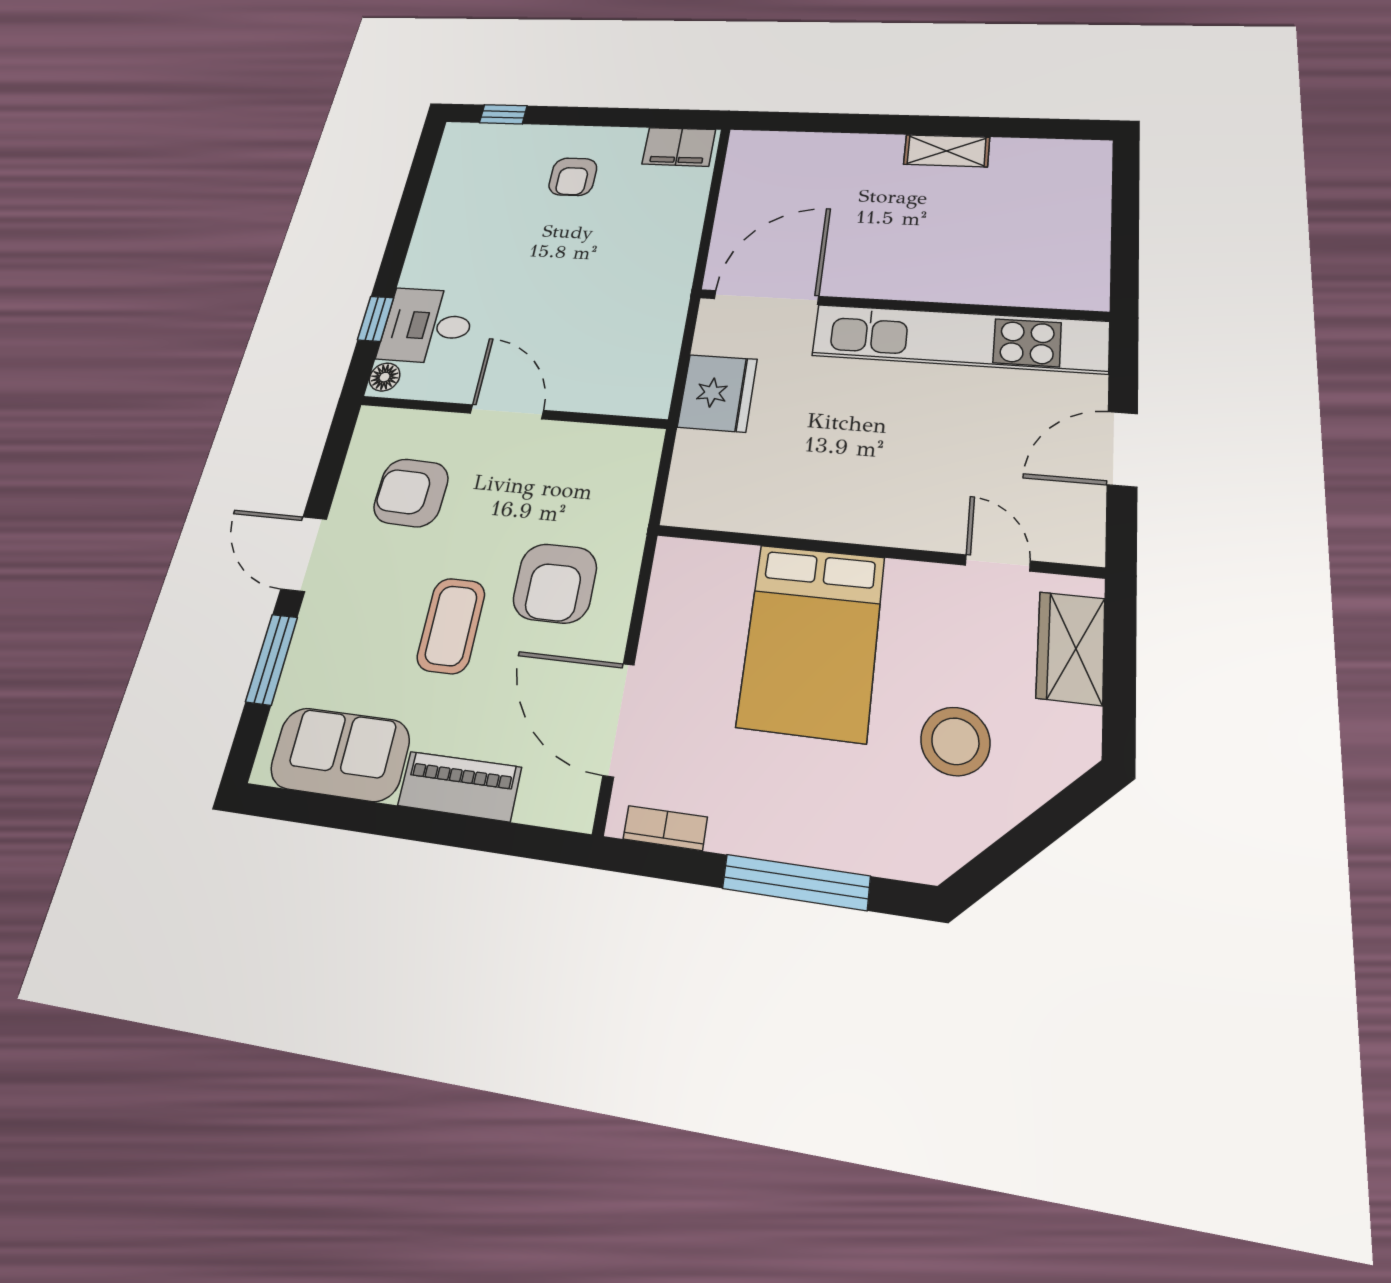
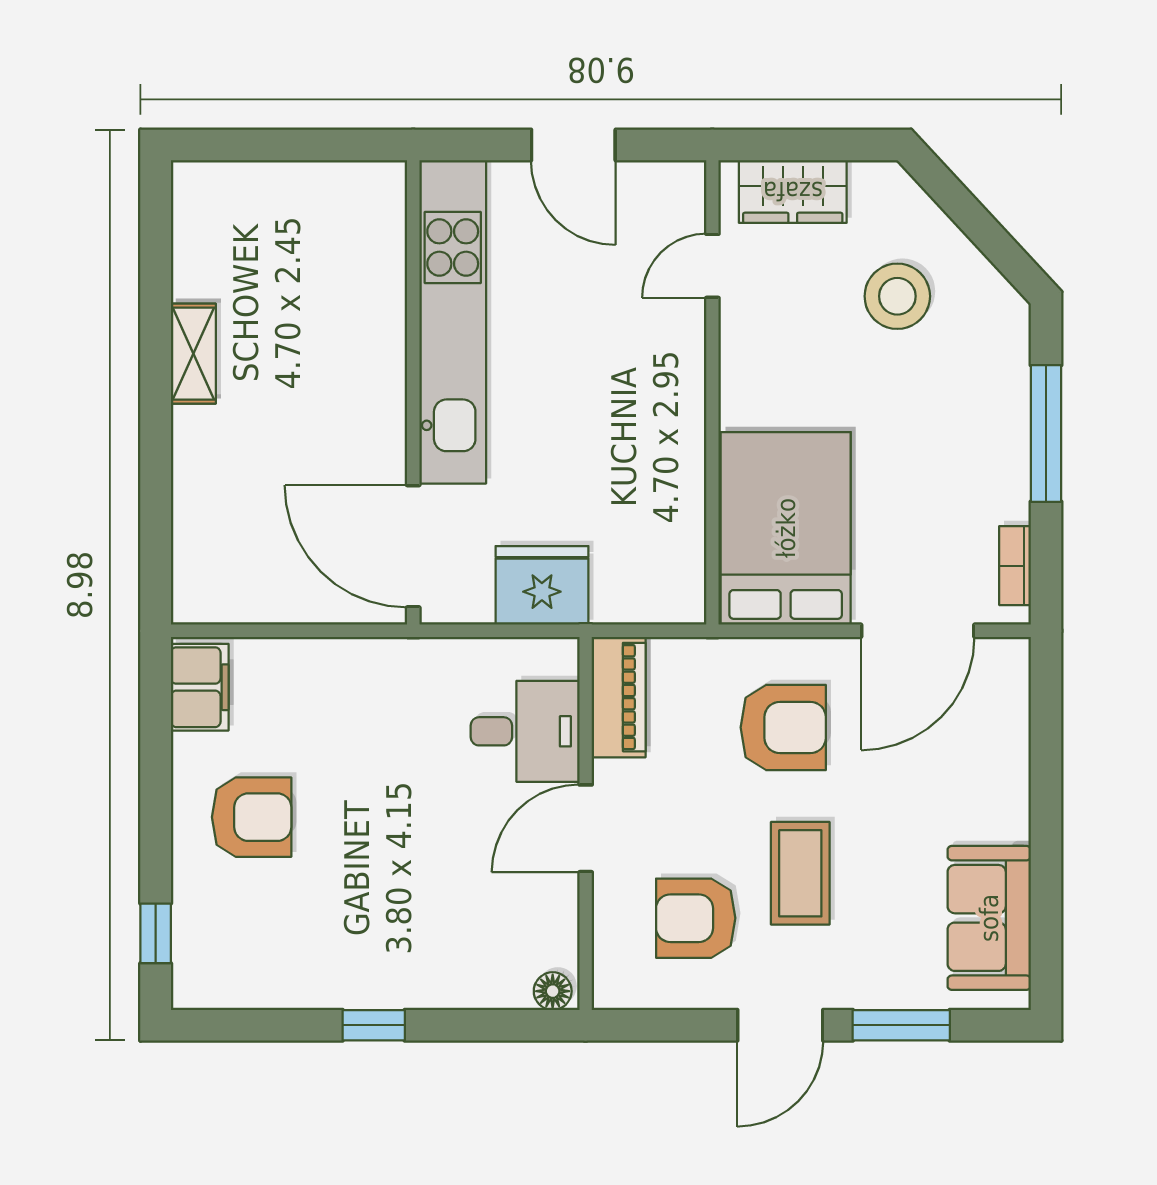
armchair: (573, 177) -> (252, 817), width x1.38, depth x1.38
window: (376, 319) -> (374, 1025), moved
desk: (427, 326) -> (525, 731), moved, turned -90
armchair: (411, 493) -> (696, 918), turned 88
coffee table: (451, 626) -> (800, 873), moved, turned 90
bed: (812, 641) -> (786, 528), moved, turned -90
piano: (460, 786) -> (619, 697), moved, turned 180

